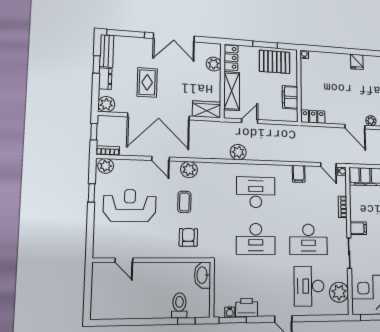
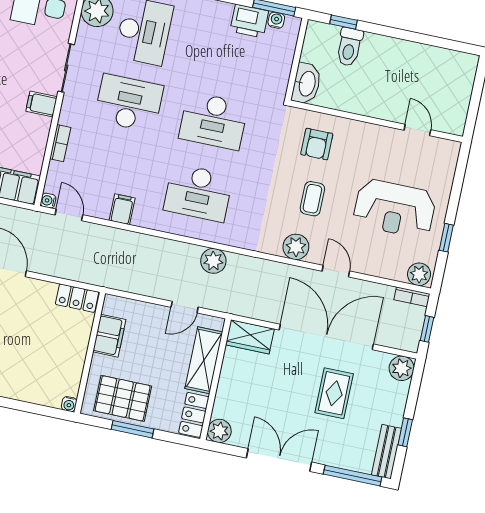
plant: (214, 64) -> (219, 431), moved
dresser: (105, 79) -> (396, 408), removed
desk: (256, 239) -> (213, 121), turned 180

